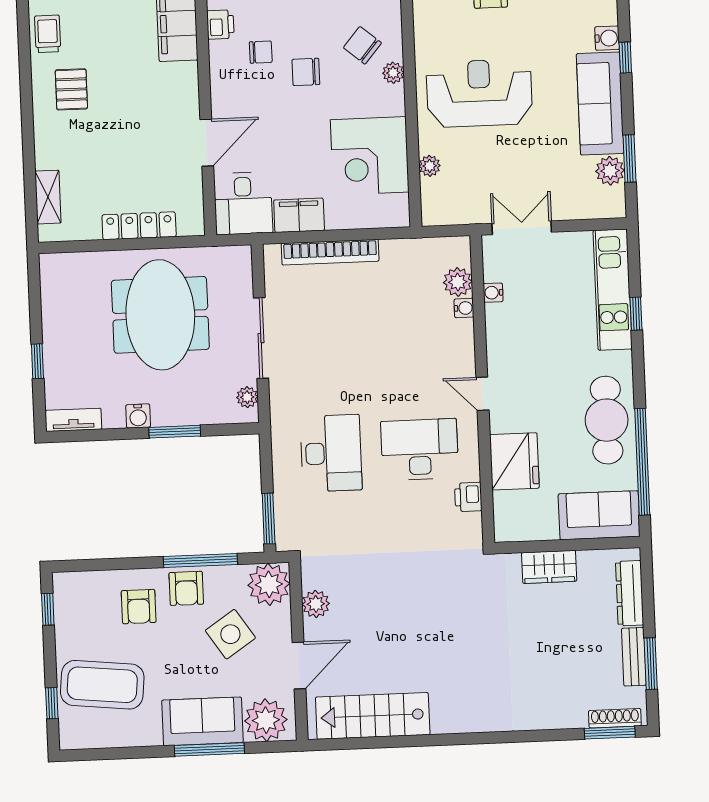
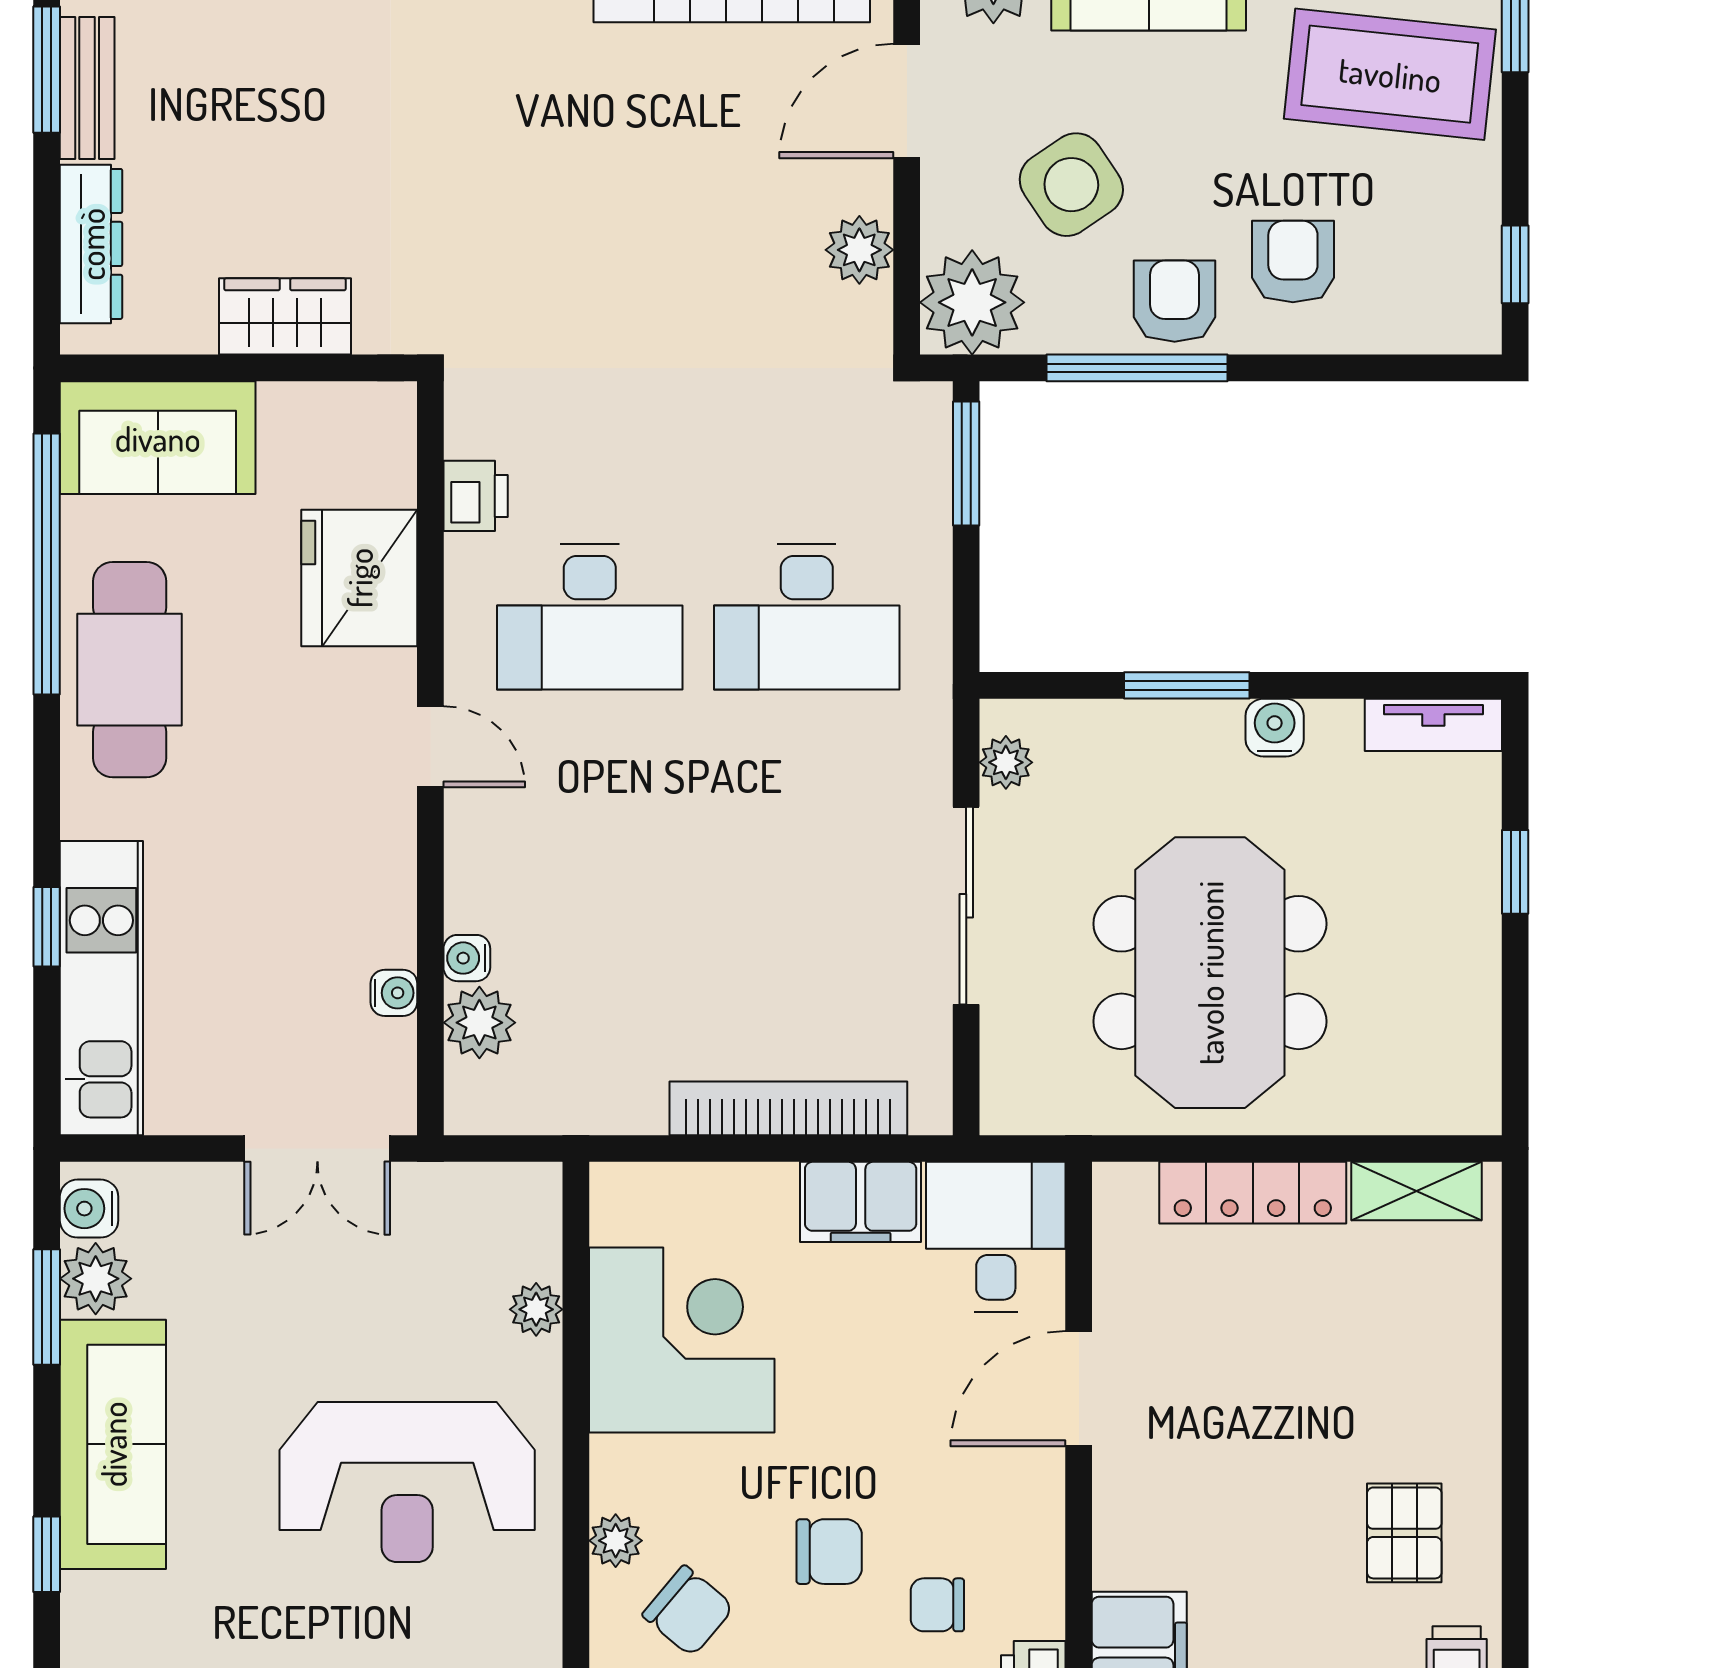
water cooler: (607, 38) -> (89, 1209), moved
shelving: (48, 197) -> (1417, 1191), moved, turned 90
desk: (331, 453) -> (807, 617), turned -90

